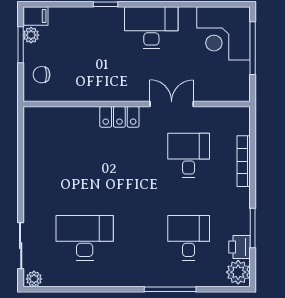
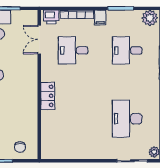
double door: (172, 104) -> (39, 40), moved
filing cabinet: (239, 197) -> (100, 17), added
printer: (240, 247) -> (51, 17), moved

